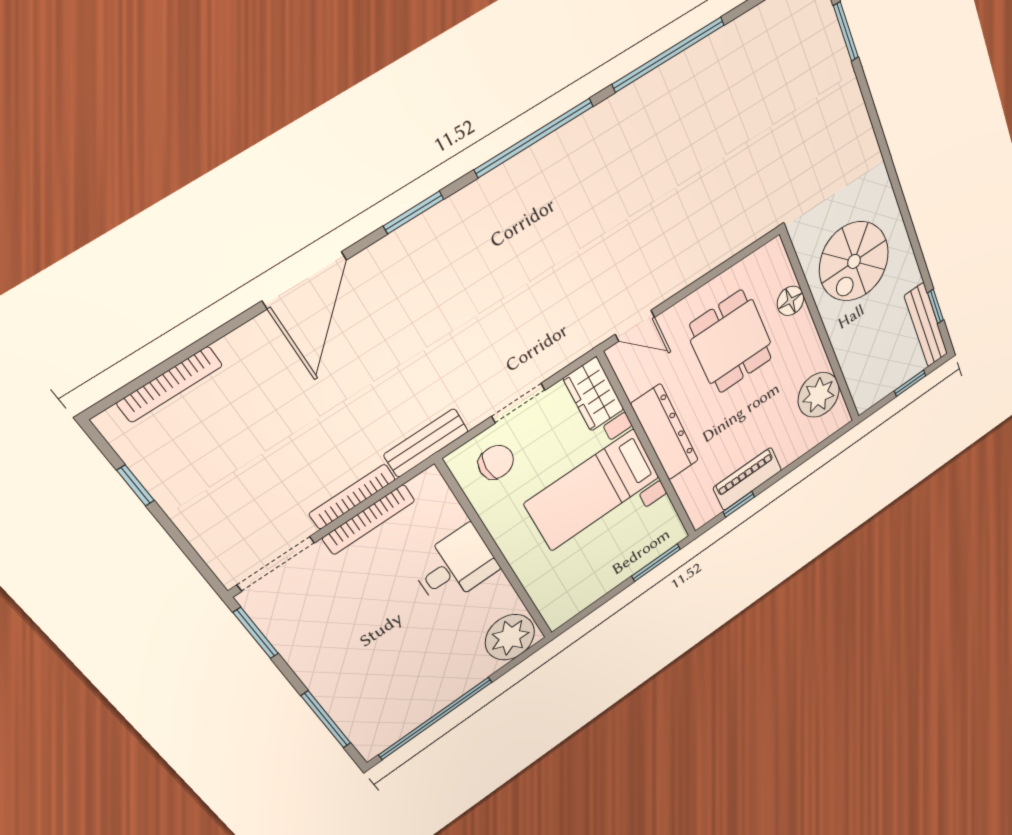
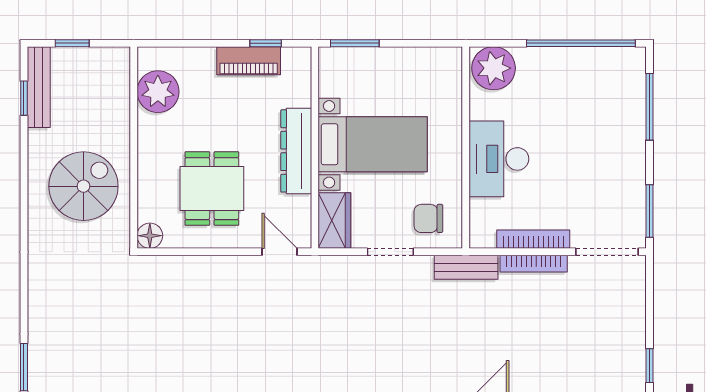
floor lamp: (790, 301) -> (150, 236), moved
desk: (455, 566) -> (499, 159), width x1.37

